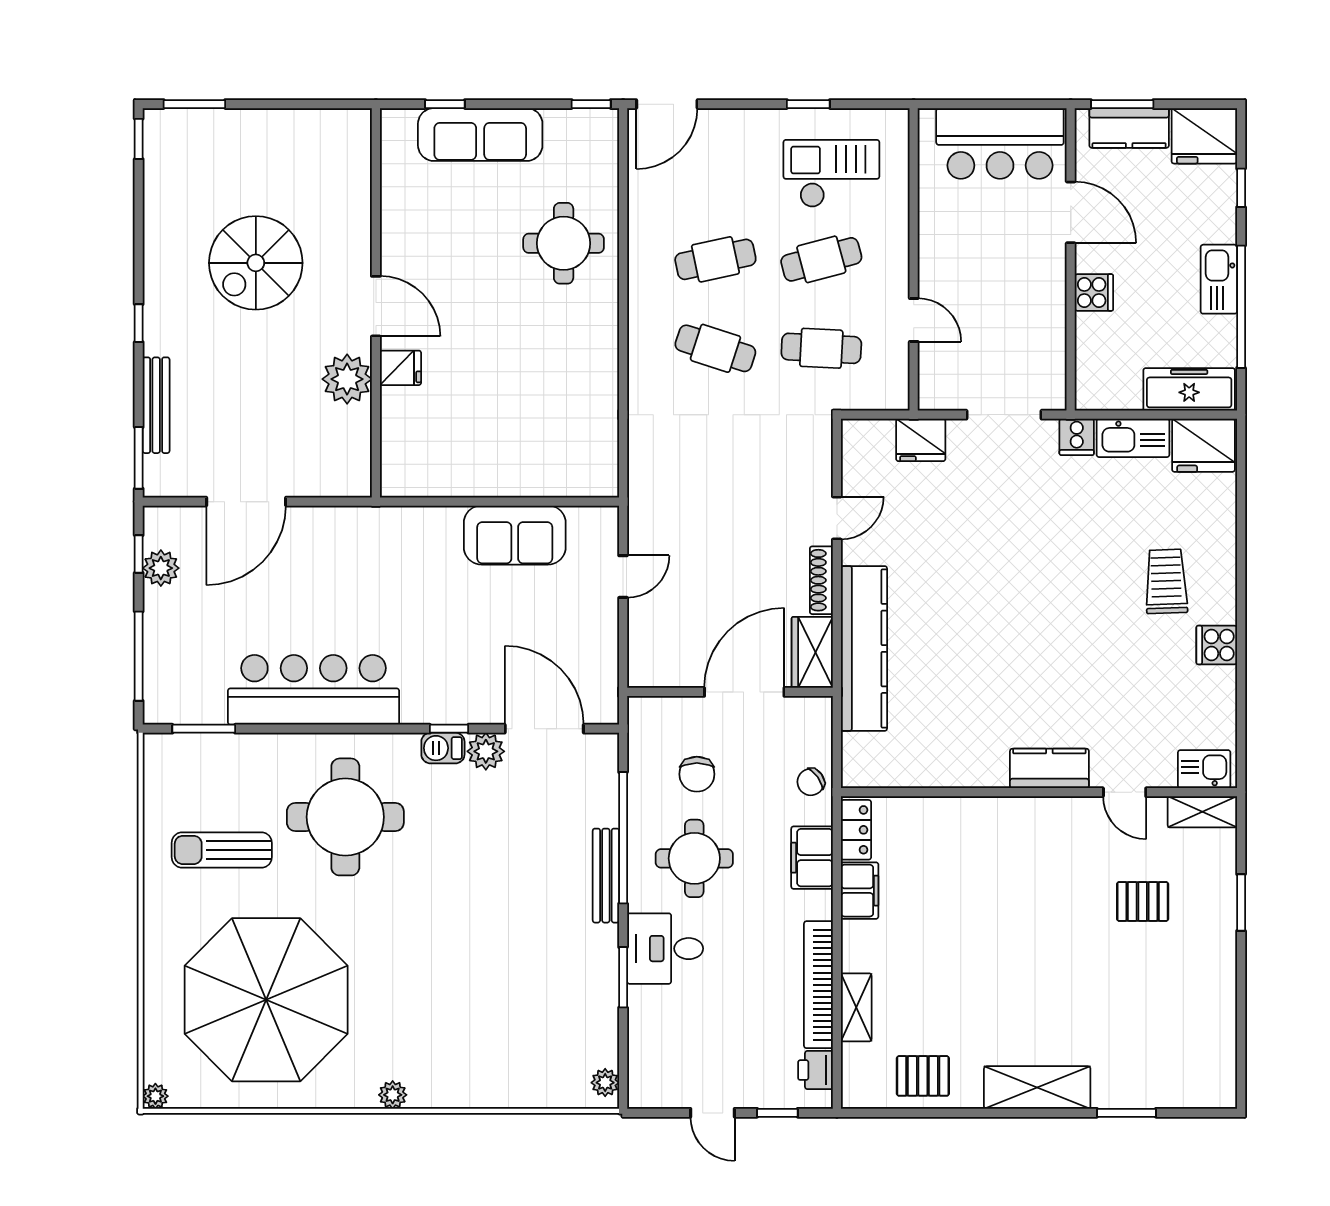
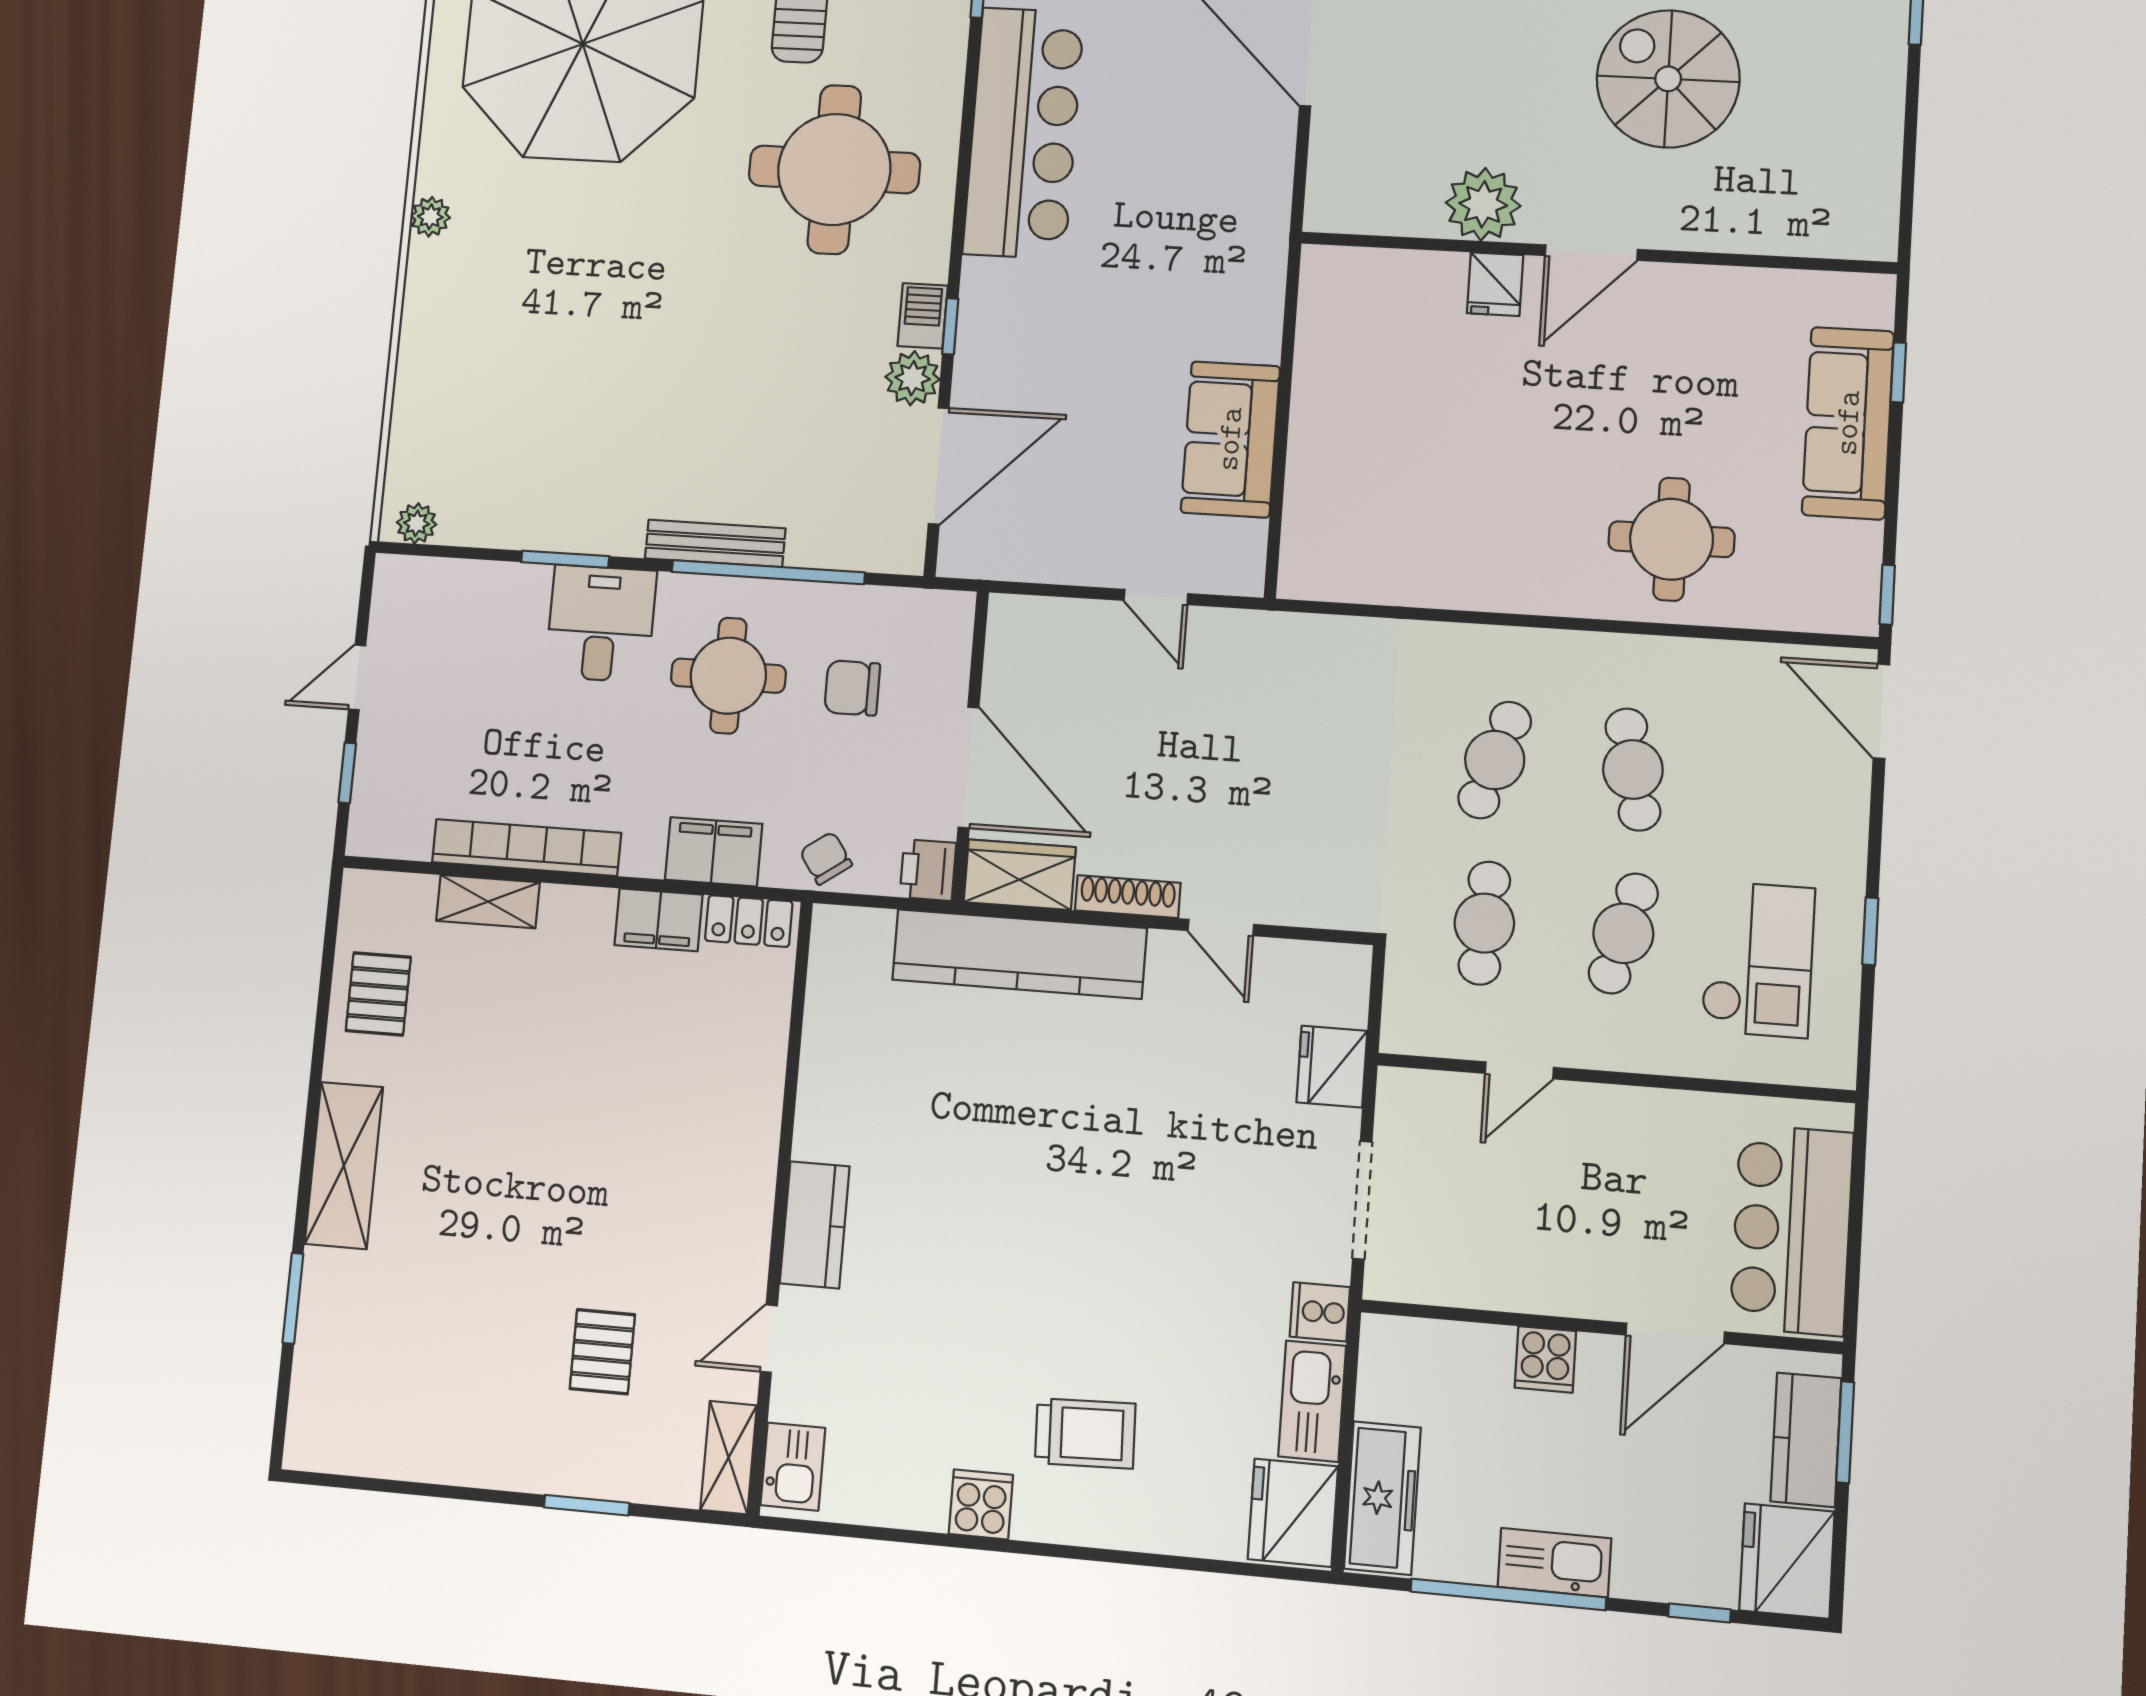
cafe table: (821, 259) -> (1623, 933), turned 30
printer: (815, 1070) -> (928, 870), moved, turned -90

